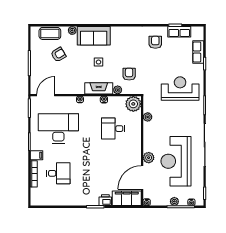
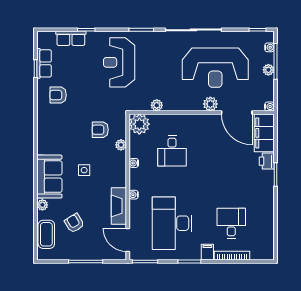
fireplace: (99, 88) -> (119, 206), moved

